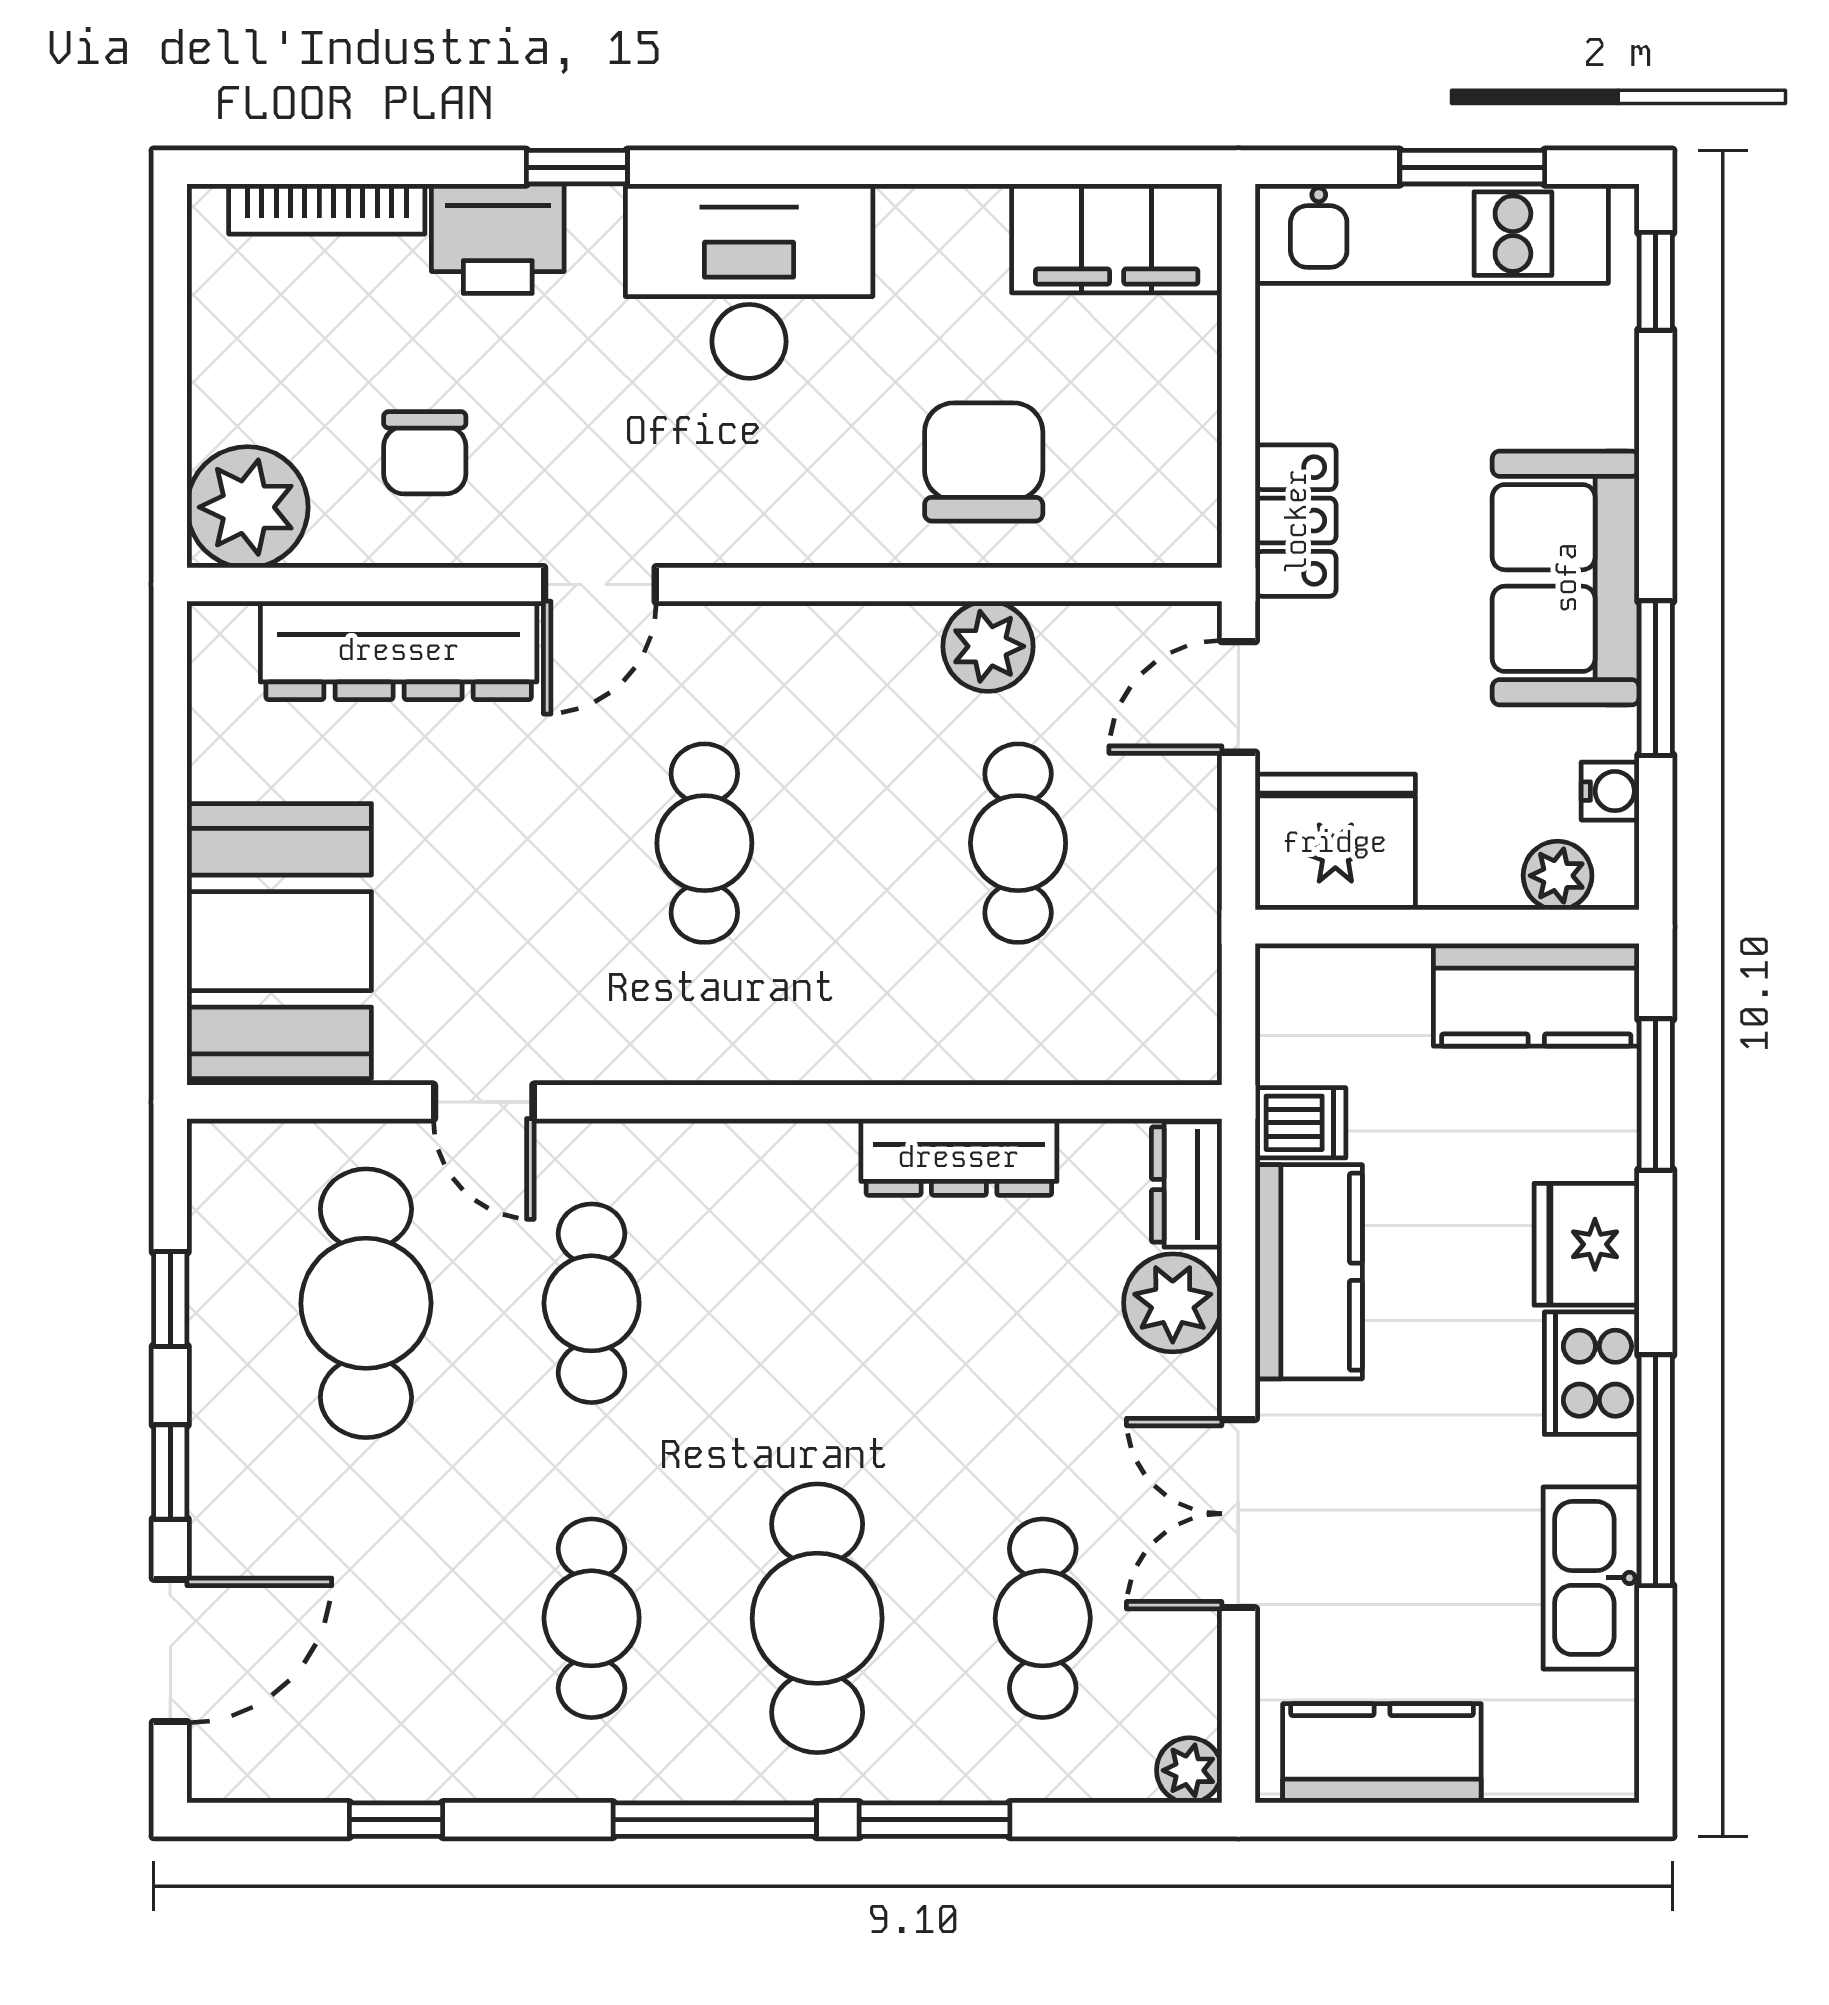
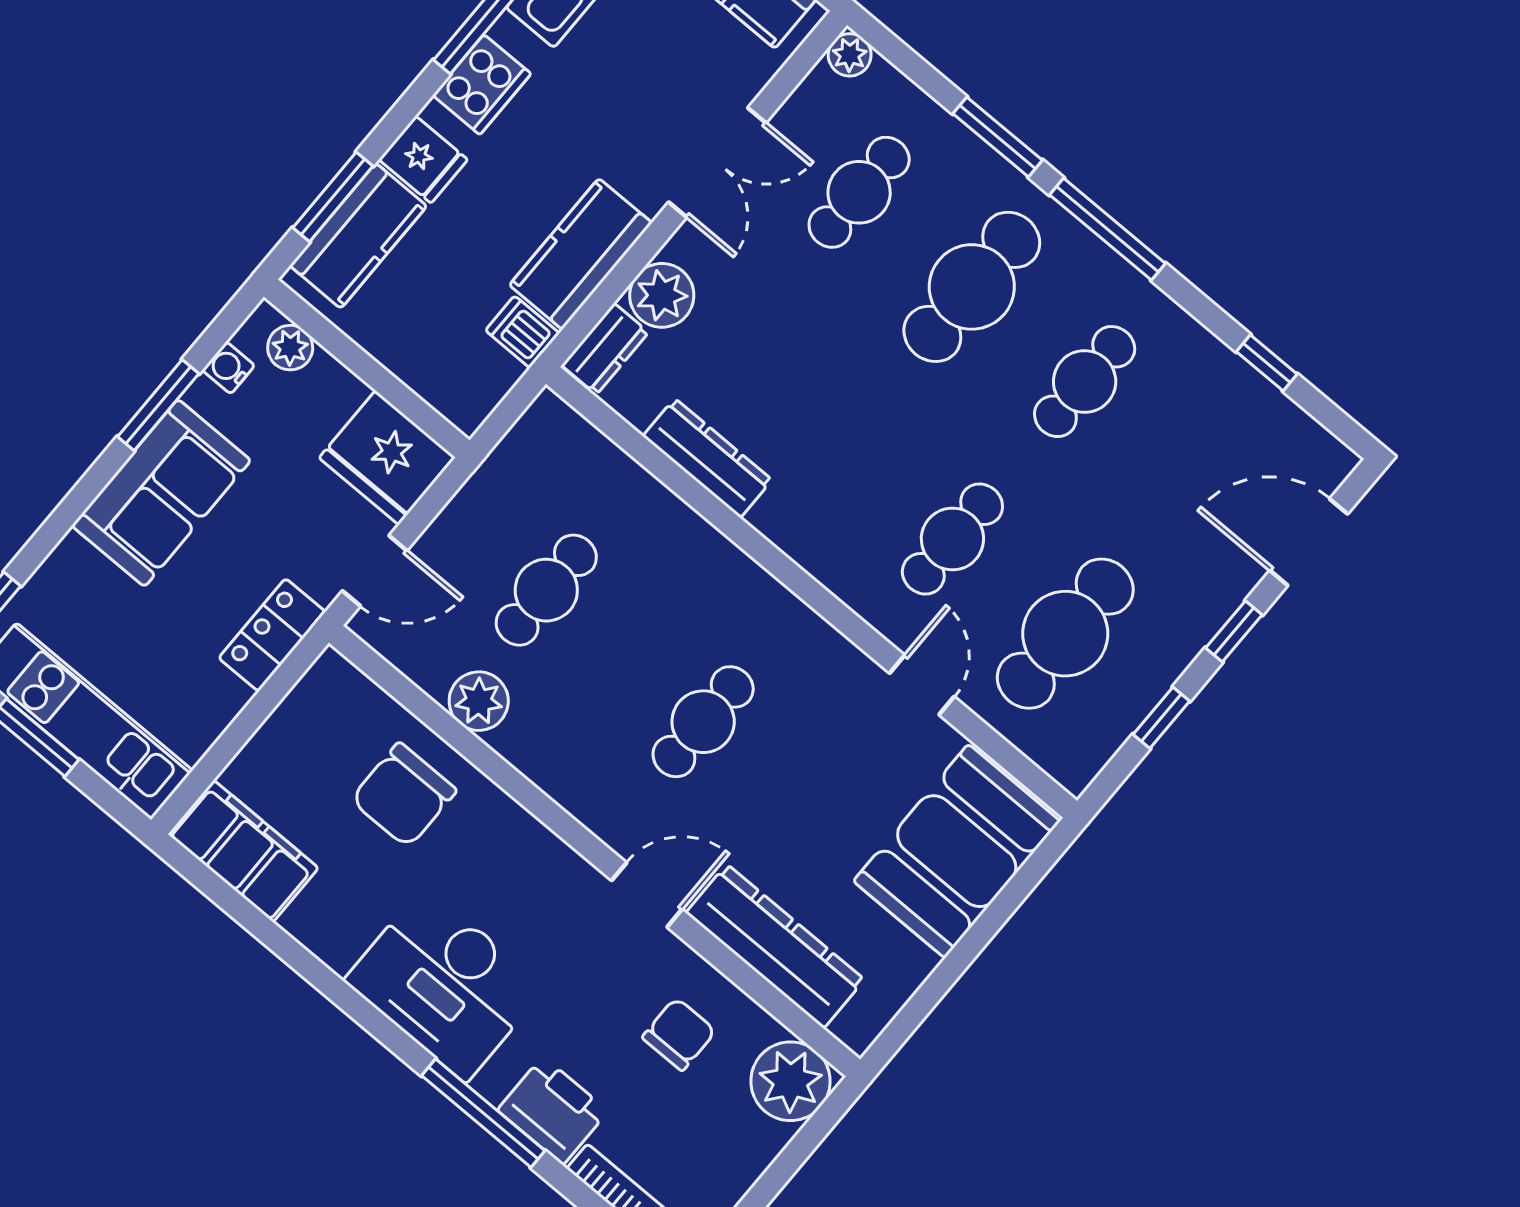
window: (577, 167) -> (483, 1113), width x2.17
kitchen counter: (1536, 995) -> (358, 236), moved, turned 90
fridge: (1587, 1244) -> (423, 160), width x0.72

